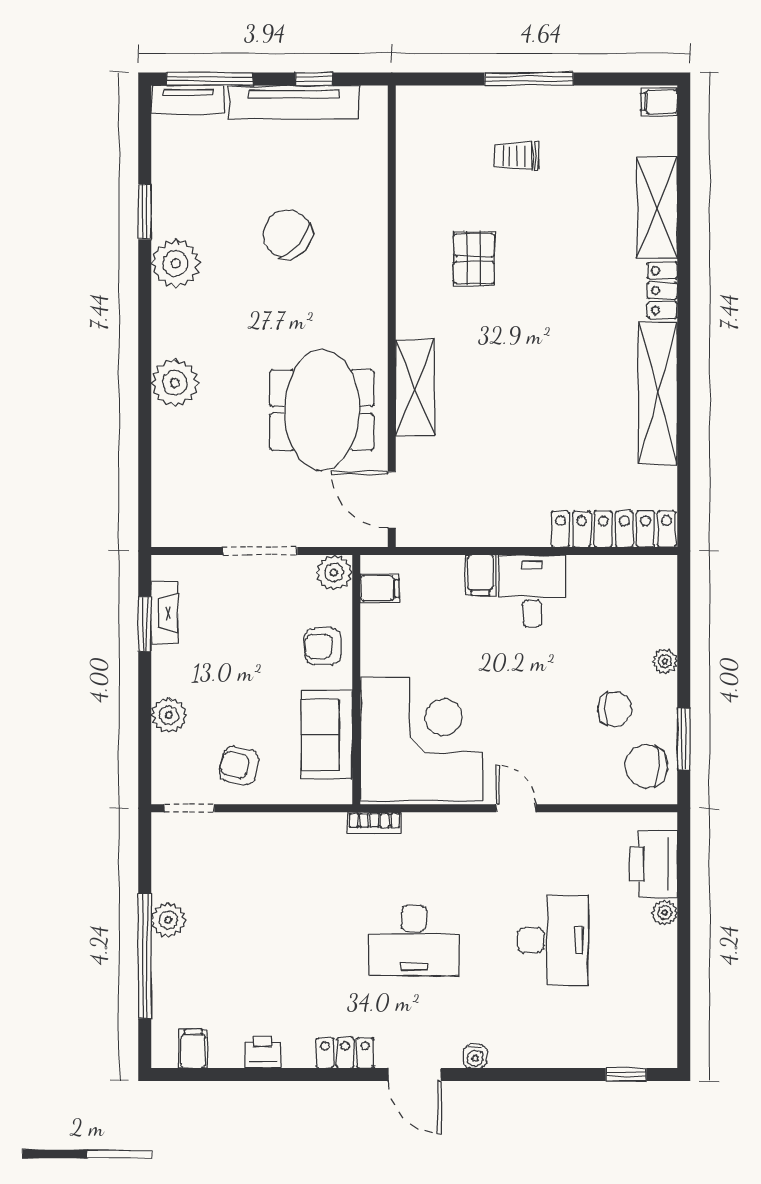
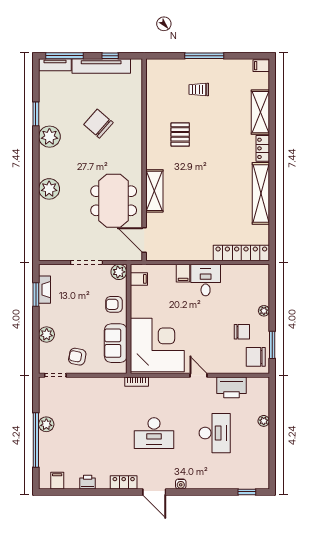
printer: (653, 864) -> (232, 387), moved, turned -90

